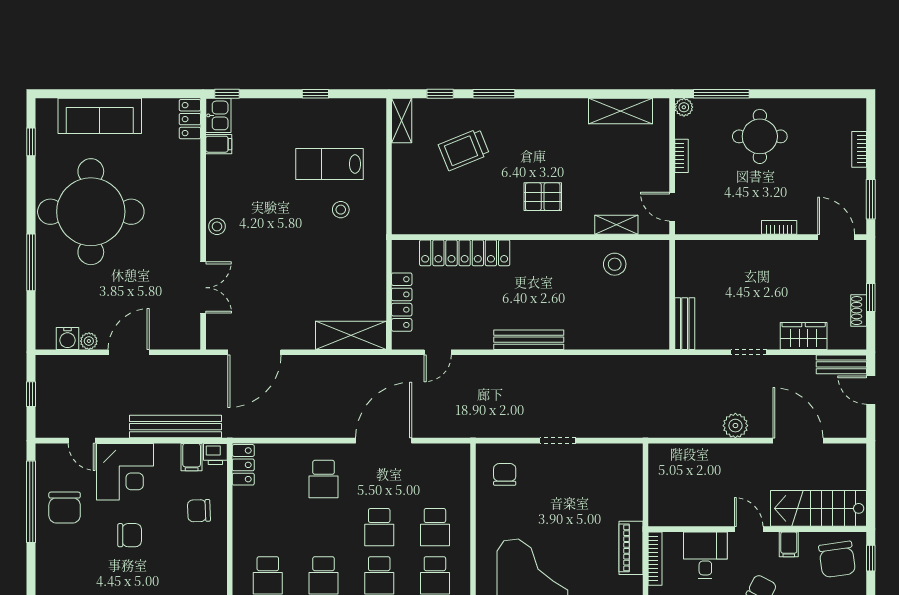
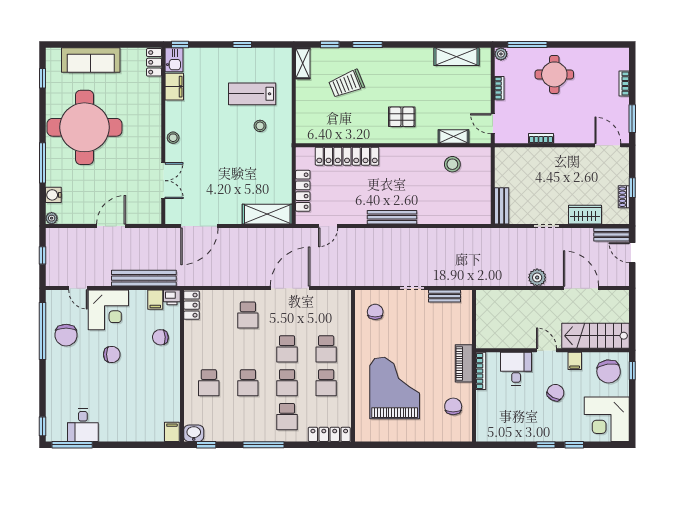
filing cabinet: (219, 144) -> (174, 87), width x2.00
bookcase: (779, 227) -> (541, 138), moved
water cooler: (67, 338) -> (53, 195), moved, turned 90
plant: (89, 341) -> (52, 218), moved
bench: (603, 452) -> (445, 296), added

